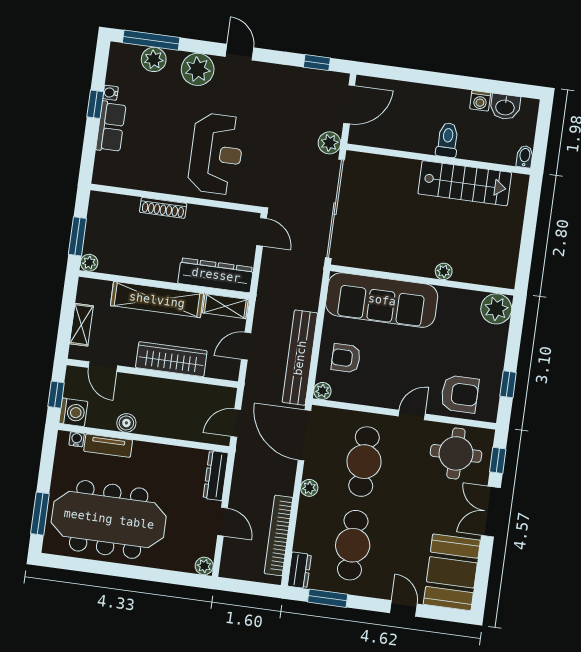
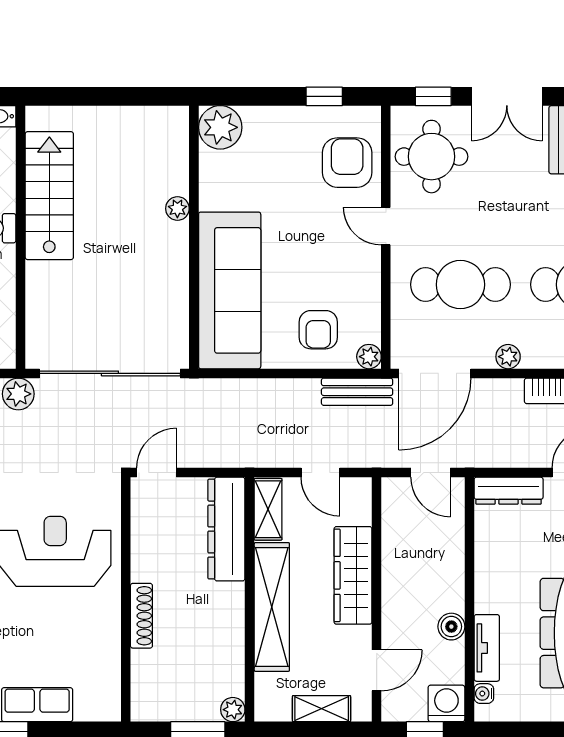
bench: (300, 358) -> (357, 392), width x0.54, depth x0.82

